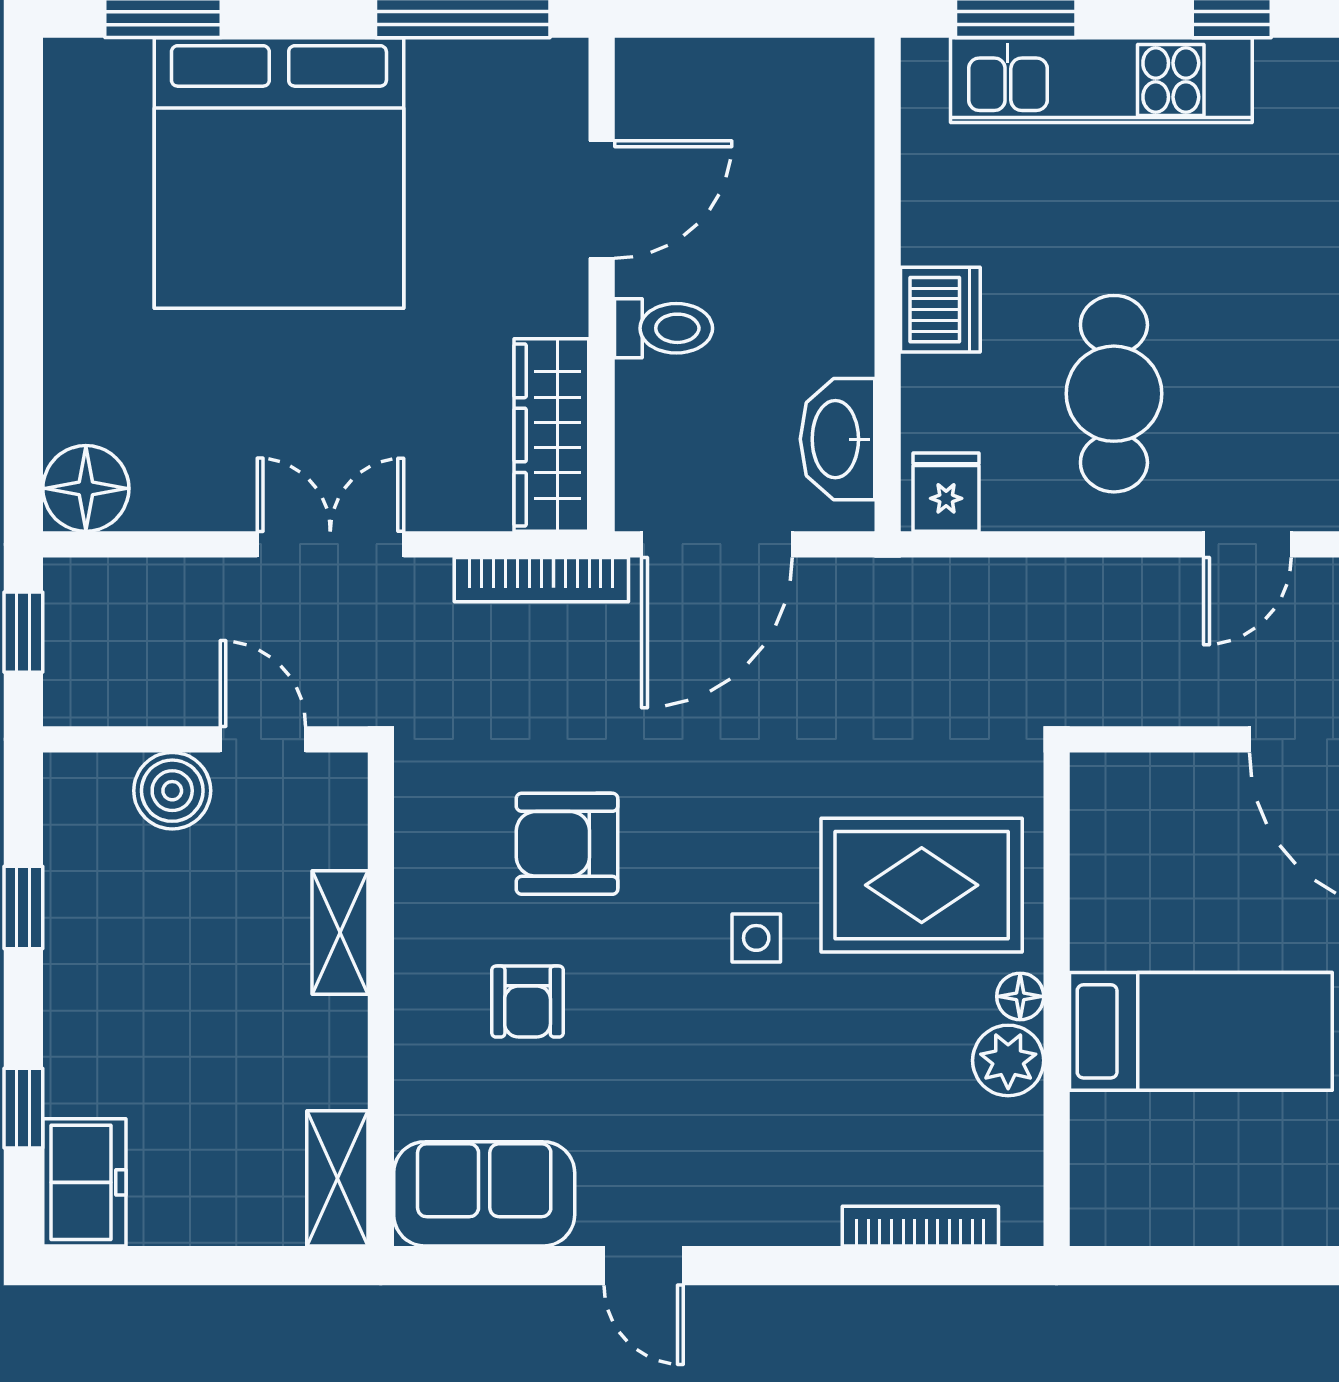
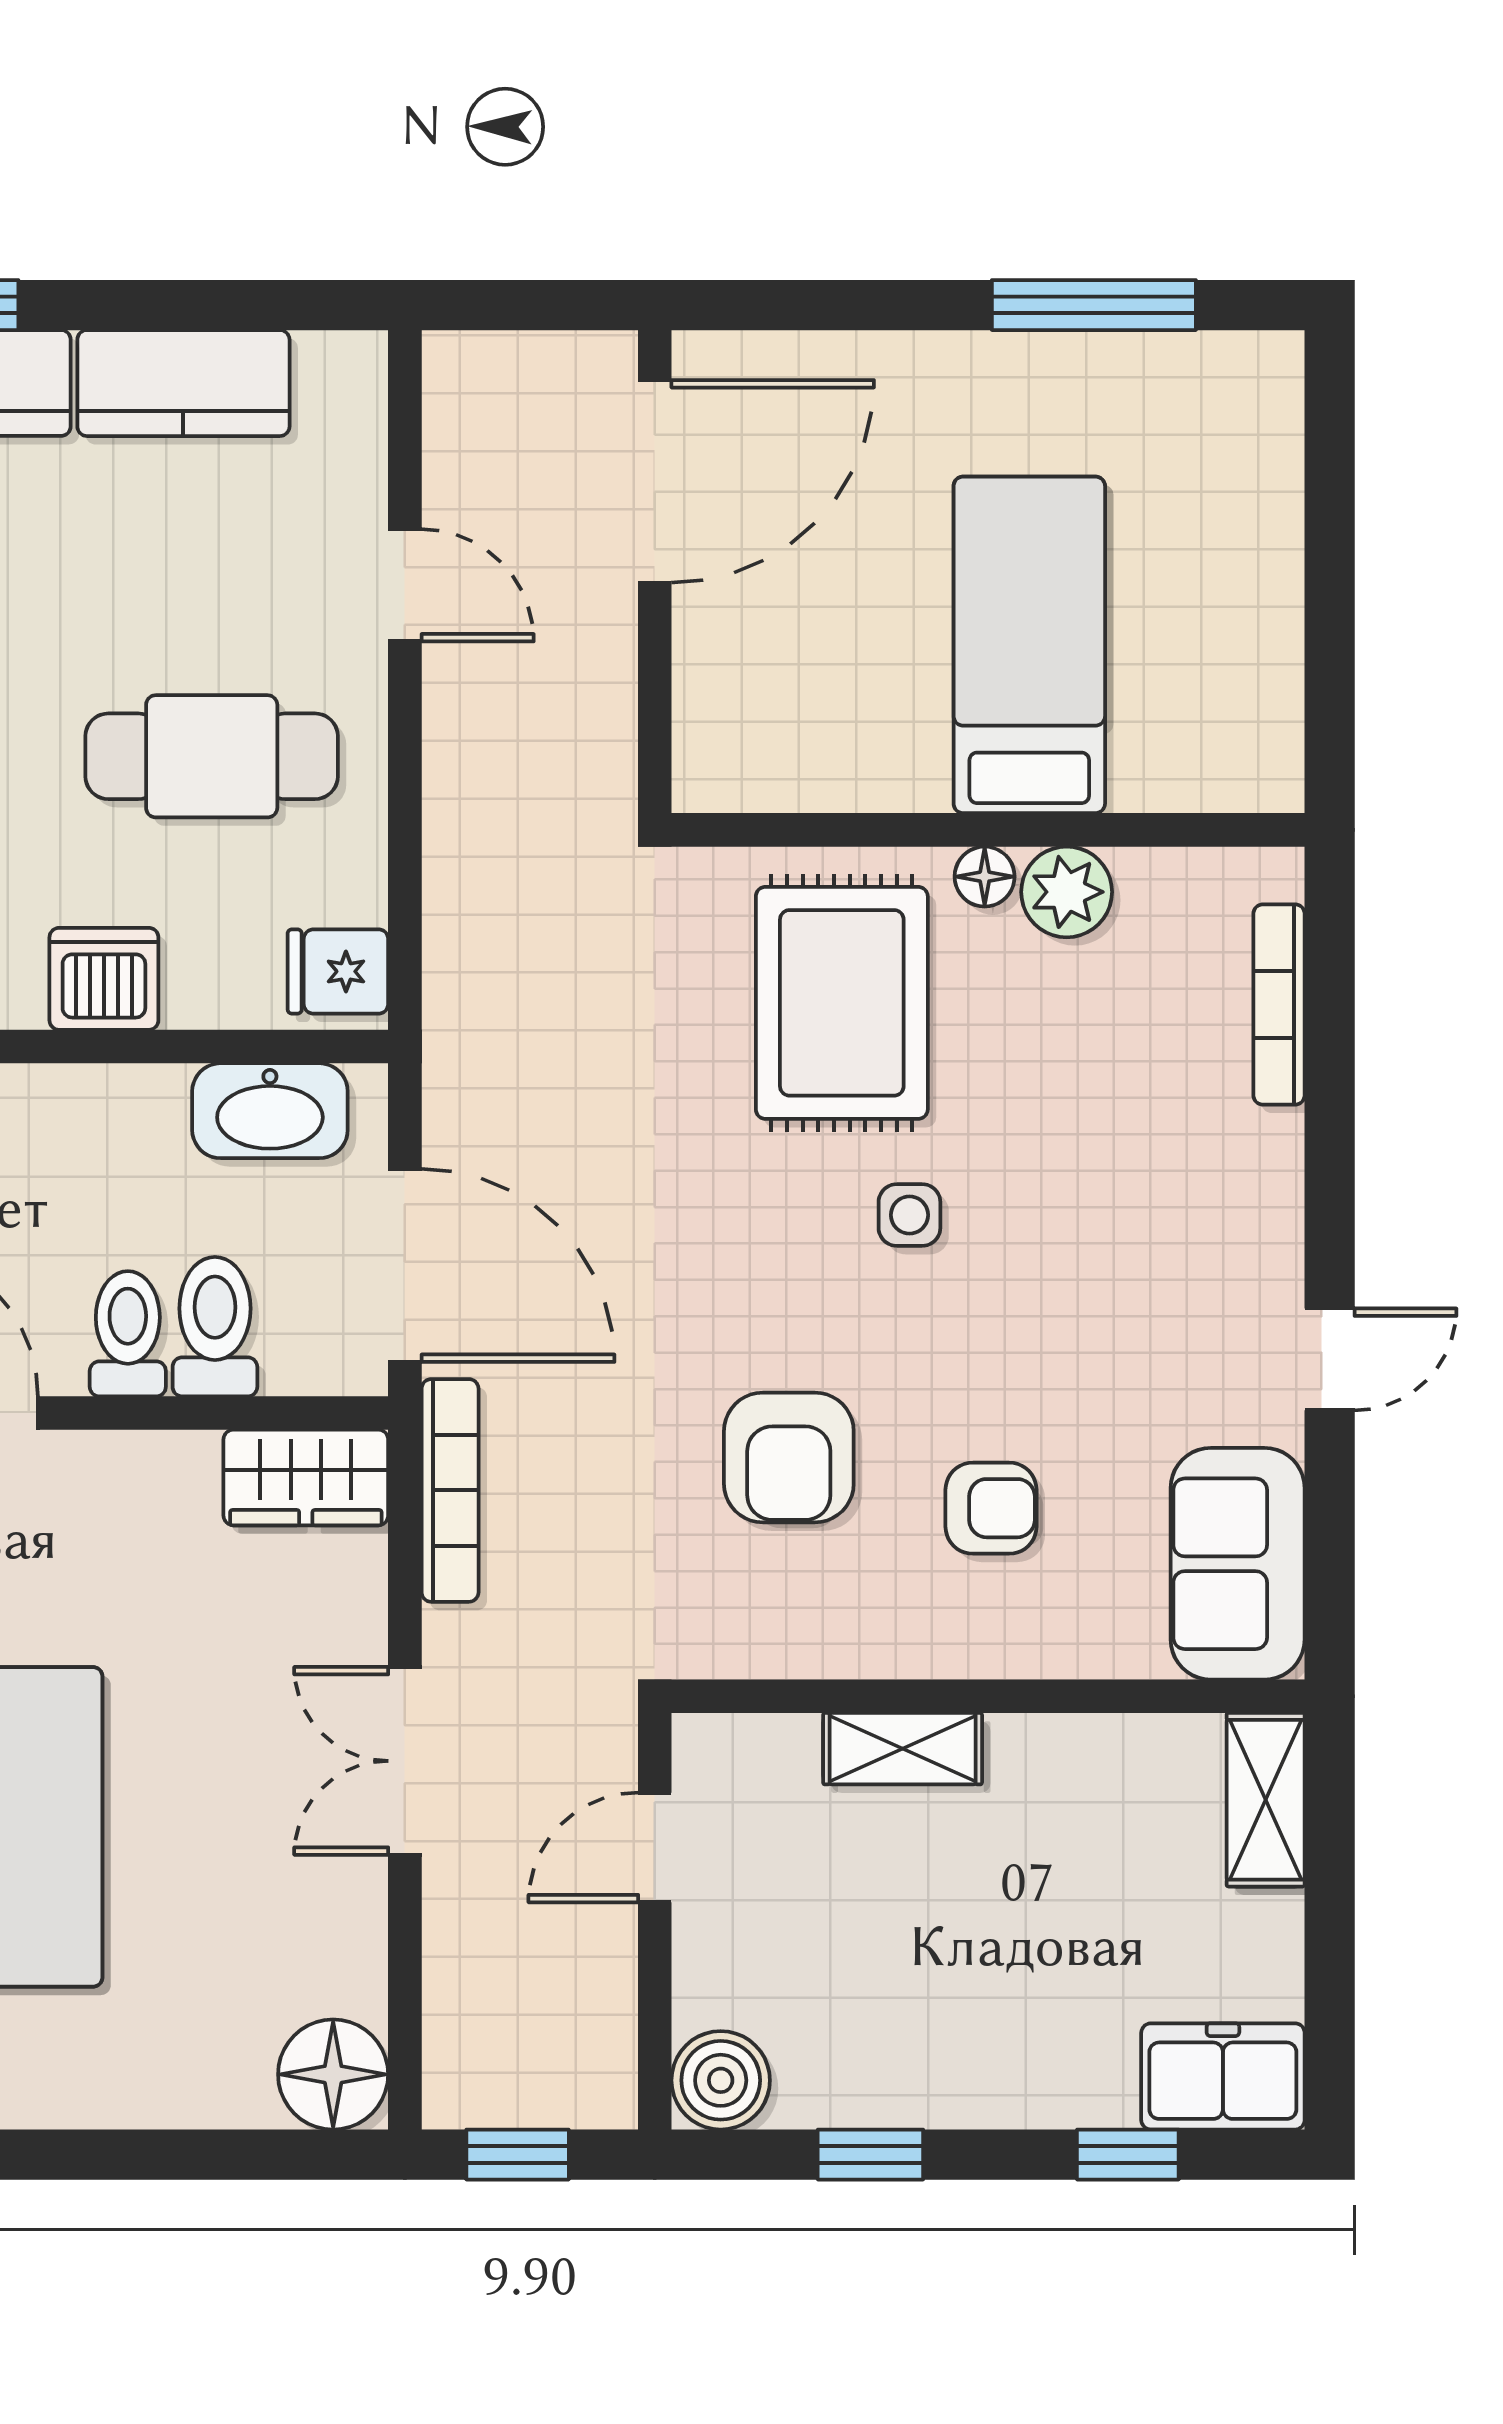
toilet: (669, 396) -> (215, 1327), added
wardrobe: (551, 435) -> (306, 1477), width x0.67
boiler: (172, 791) -> (721, 2080), moved
shelving: (337, 1178) -> (1266, 1800), moved, turned 90

